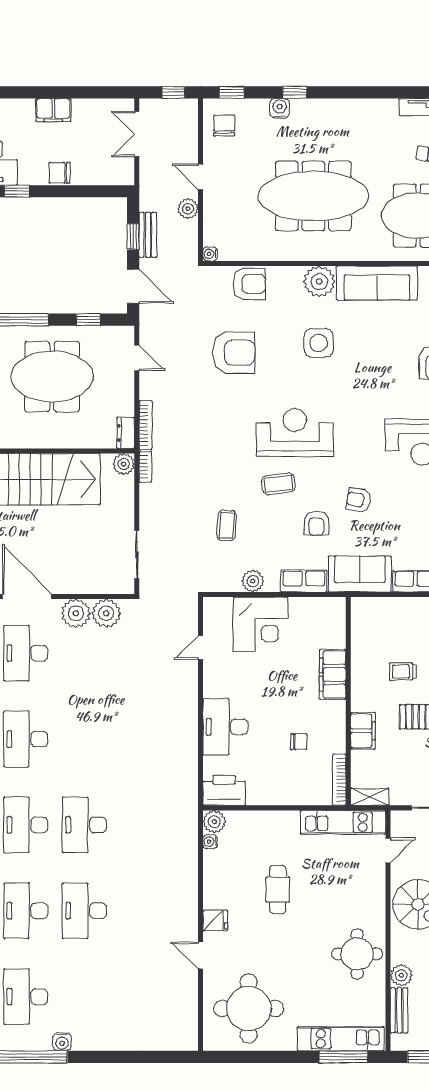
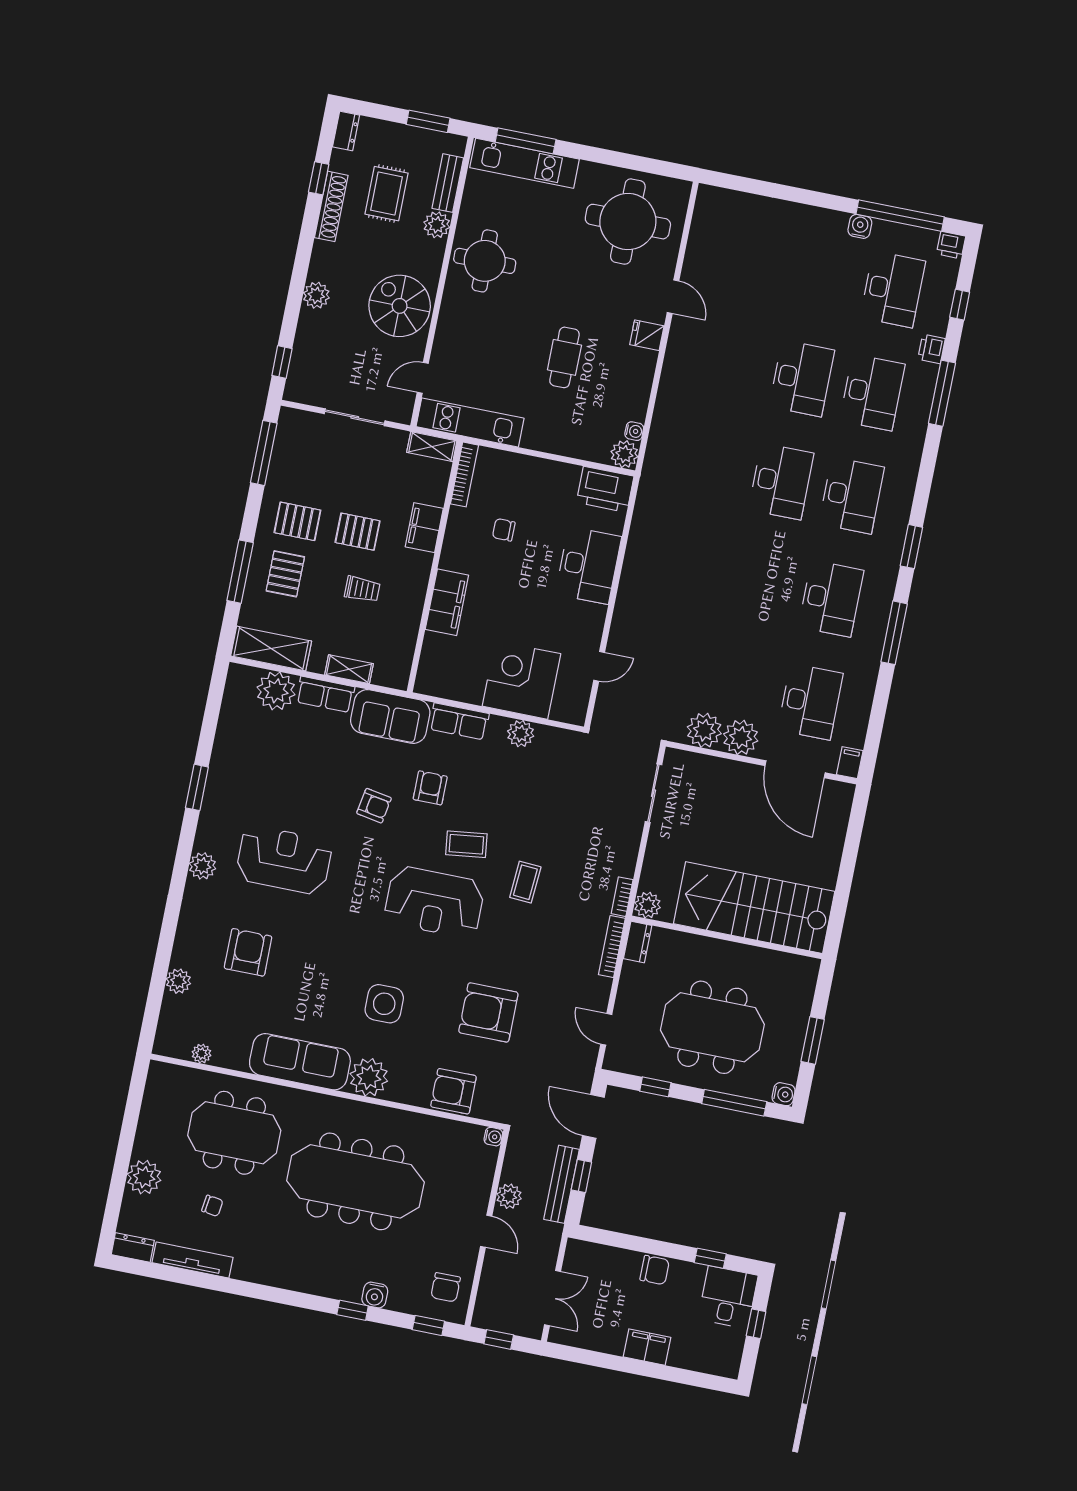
bench: (148, 235) -> (561, 1184), width x1.36
coffee table: (227, 525) -> (525, 882), moved
shelving: (400, 605) -> (349, 669), added

